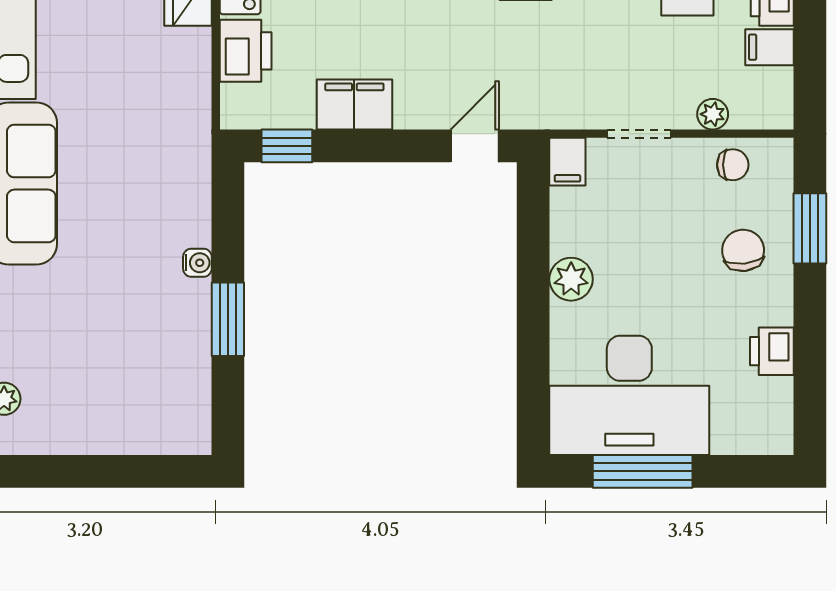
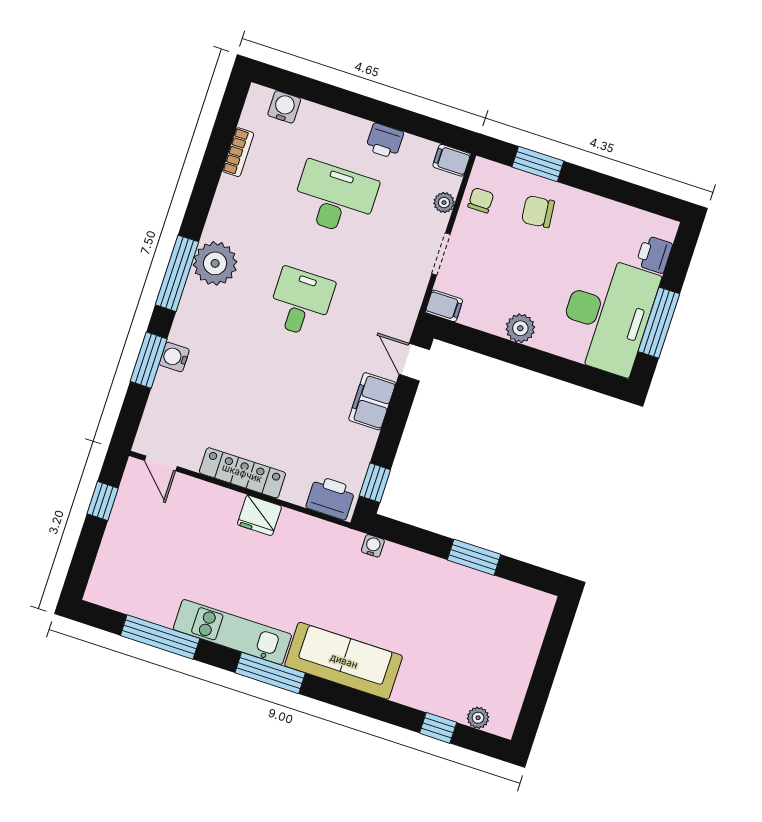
filing cabinet: (770, 47) -> (452, 160), moved, turned 90
printer: (246, 51) -> (331, 498), moved
filing cabinet: (354, 104) -> (372, 401), moved
water cooler: (197, 263) -> (373, 546), moved
printer: (772, 351) -> (654, 254), moved, turned 90

